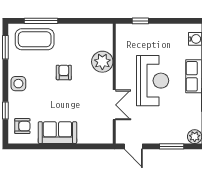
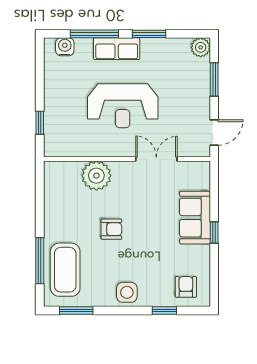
armchair: (64, 72) -> (111, 229), turned 180
reception desk: (153, 81) -> (123, 106), turned 180
sofa: (57, 133) -> (195, 218), moved
window: (61, 146) -> (214, 232), added

